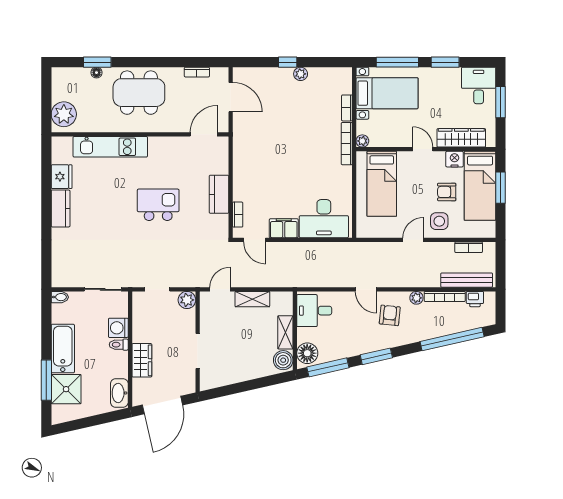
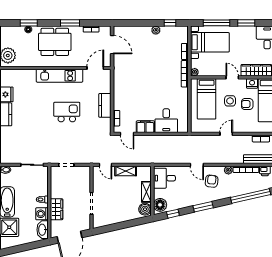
window: (163, 62) -> (70, 23), added
window: (288, 62) -> (170, 23), moved
kitchen unit: (110, 147) -> (60, 76), moved
desk: (324, 219) -> (166, 121), width x0.73
side table: (439, 221) -> (230, 101), moved
door: (220, 289) -> (106, 165), swing flipped
plant: (187, 300) -> (85, 172), removed
washing machine: (118, 328) -> (42, 214), moved
window: (328, 367) -> (173, 214), width x0.46

